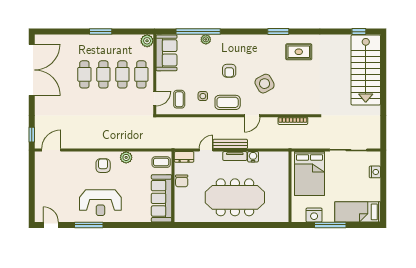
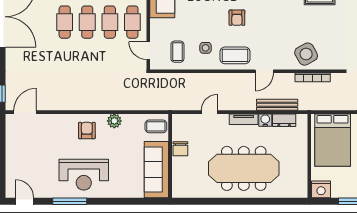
side table: (265, 84) -> (306, 54), moved
door: (155, 98) -> (148, 51), swing flipped
bench: (230, 144) -> (277, 105), moved
dresser: (184, 157) -> (284, 120), moved
nightstand: (314, 215) -> (321, 189), moved

